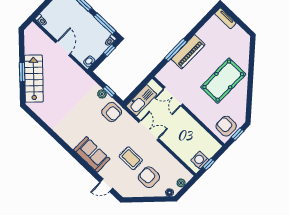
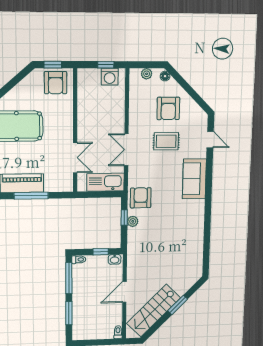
window: (109, 50) -> (101, 252), moved
stairs: (34, 79) -> (154, 311), moved
rug: (131, 158) -> (166, 141), turned 90

